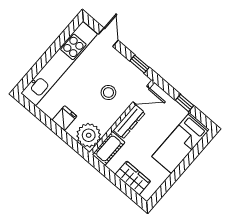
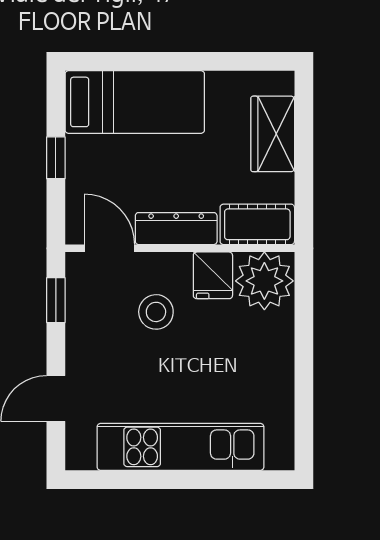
kitchen unit: (59, 63) -> (180, 447), width x0.73
fridge: (65, 118) -> (213, 275), moved, turned -90

